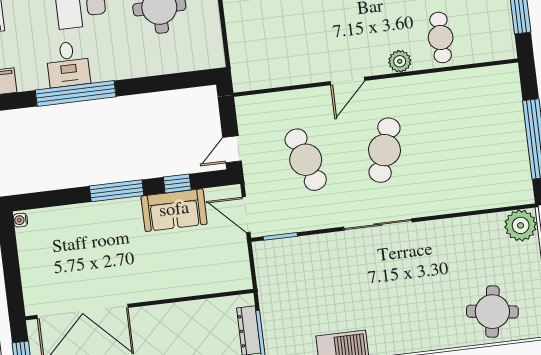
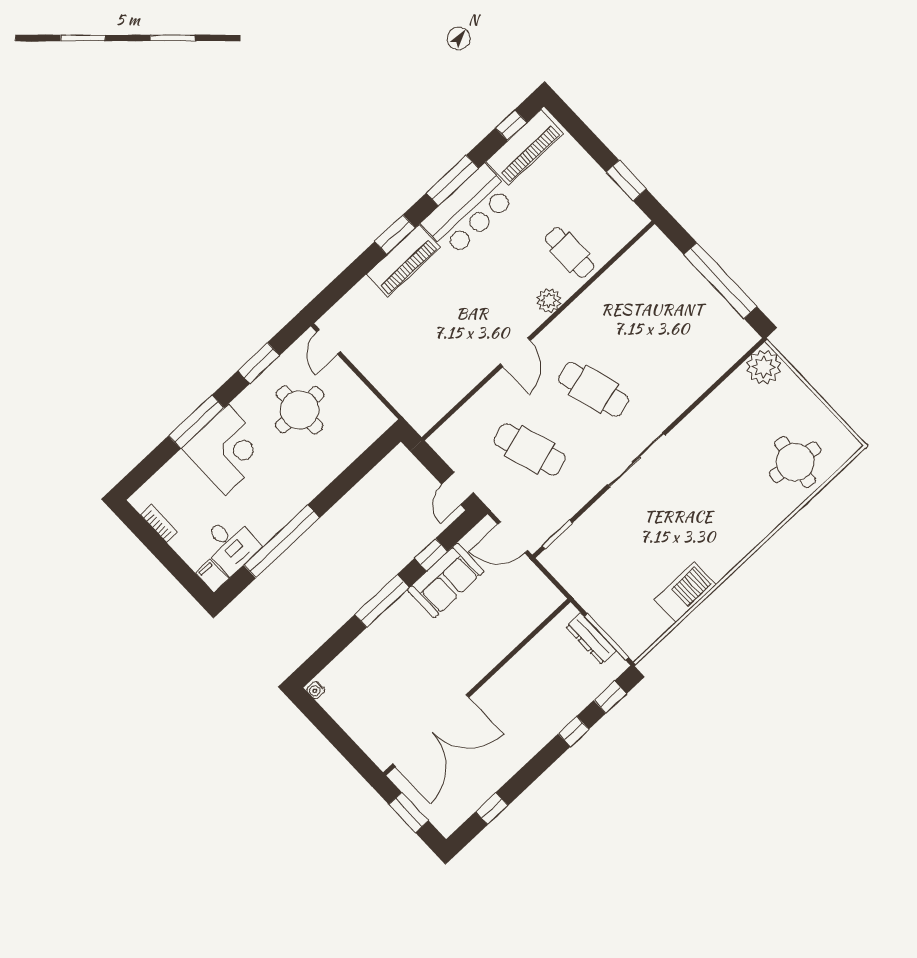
desk: (68, 64) -> (230, 545), moved
cafe table: (385, 150) -> (593, 389), turned -33

